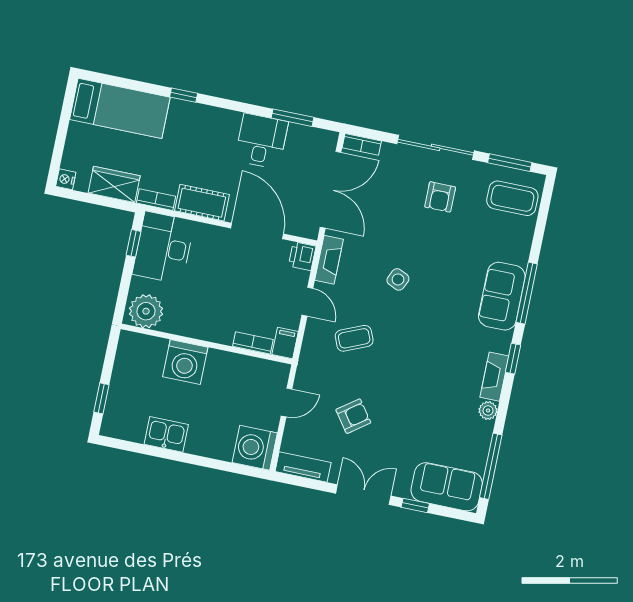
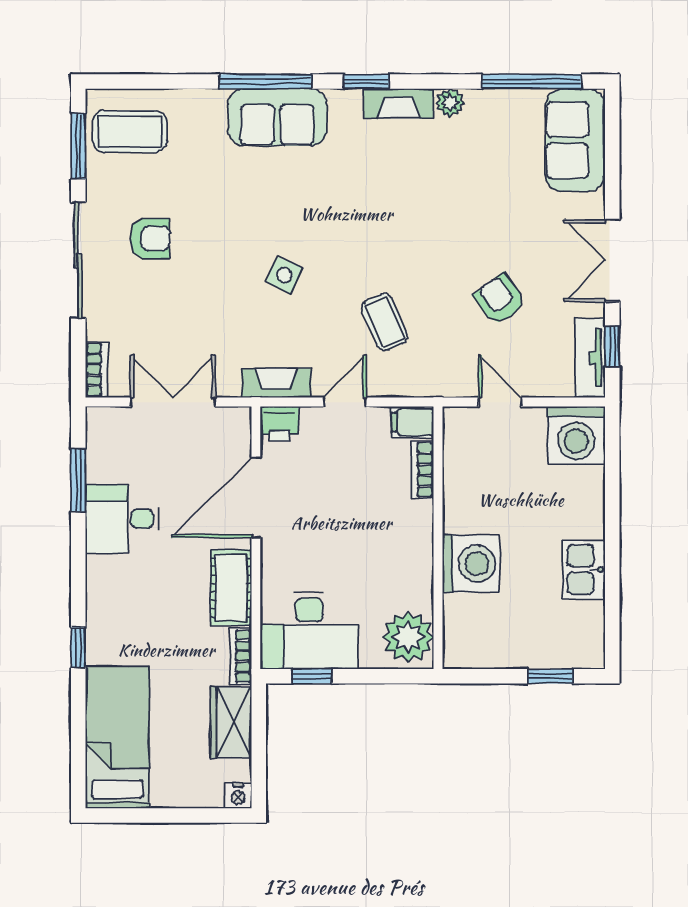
double door: (331, 190) -> (173, 402), width x0.73
coffee table: (512, 198) -> (130, 131), turned 90
window: (415, 505) -> (612, 347), moved

